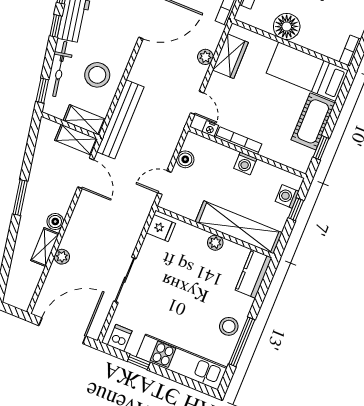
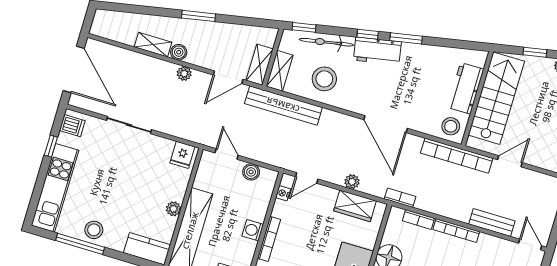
bookcase: (239, 141) -> (269, 239), moved
plant: (62, 257) -> (184, 74), moved

